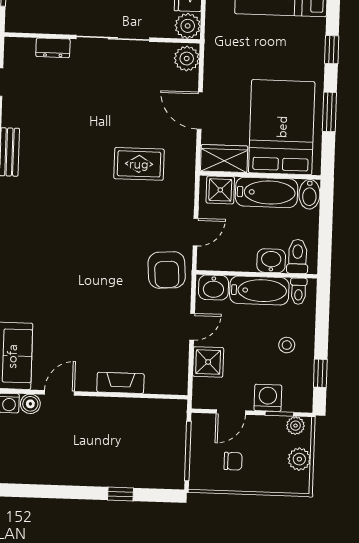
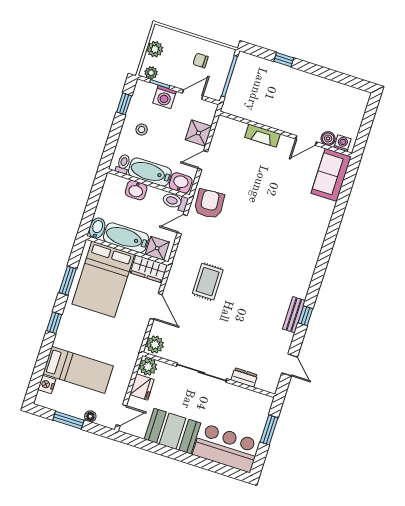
rug: (139, 164) -> (208, 282), turned 90
toilet: (298, 256) -> (175, 201), moved, turned 90

